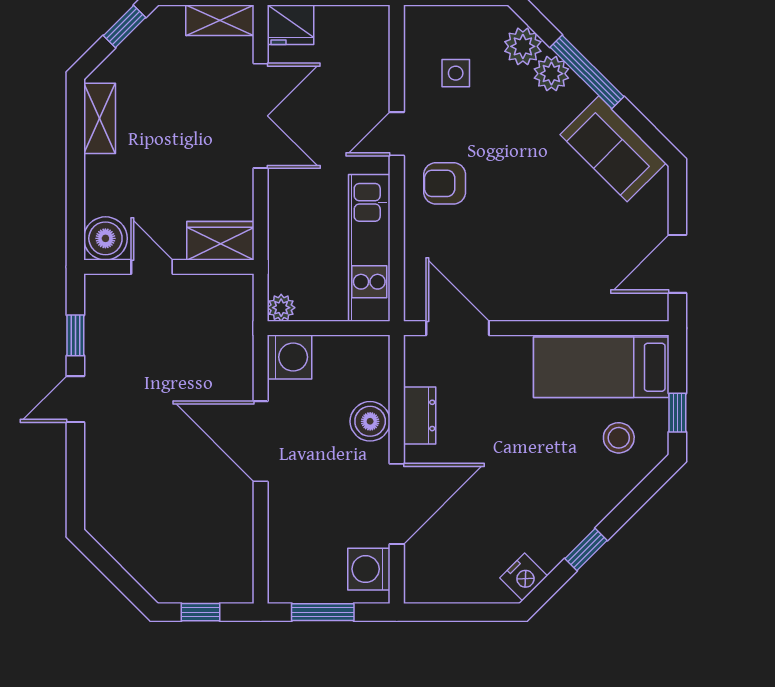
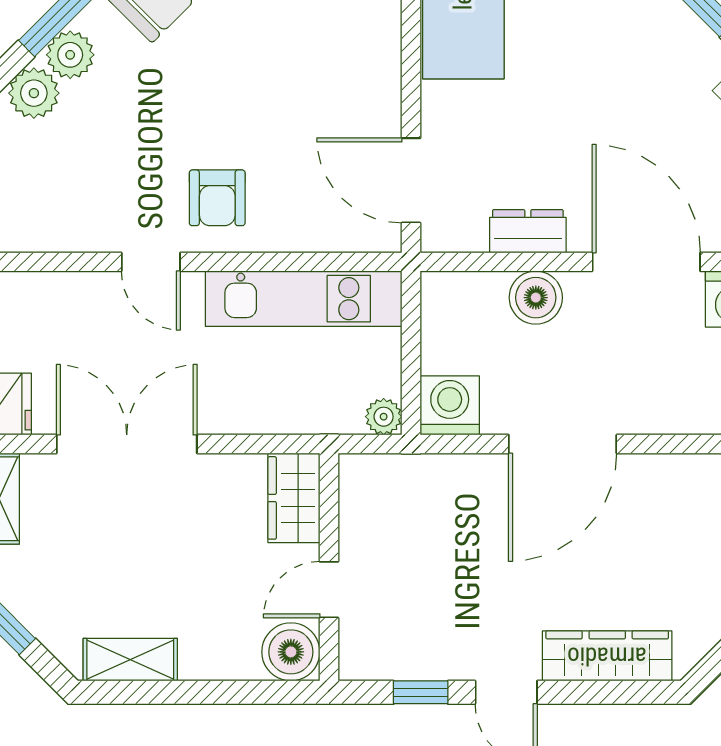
side table: (456, 73) -> (70, 183), removed
door: (458, 328) -> (411, 180), hinge flipped
wardrobe: (102, 475) -> (607, 656), added

